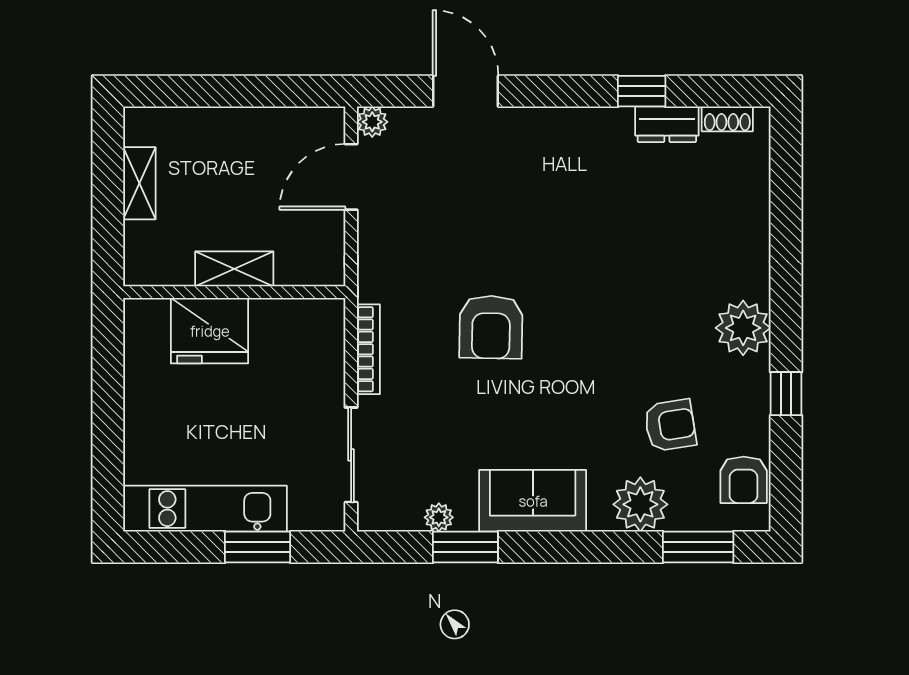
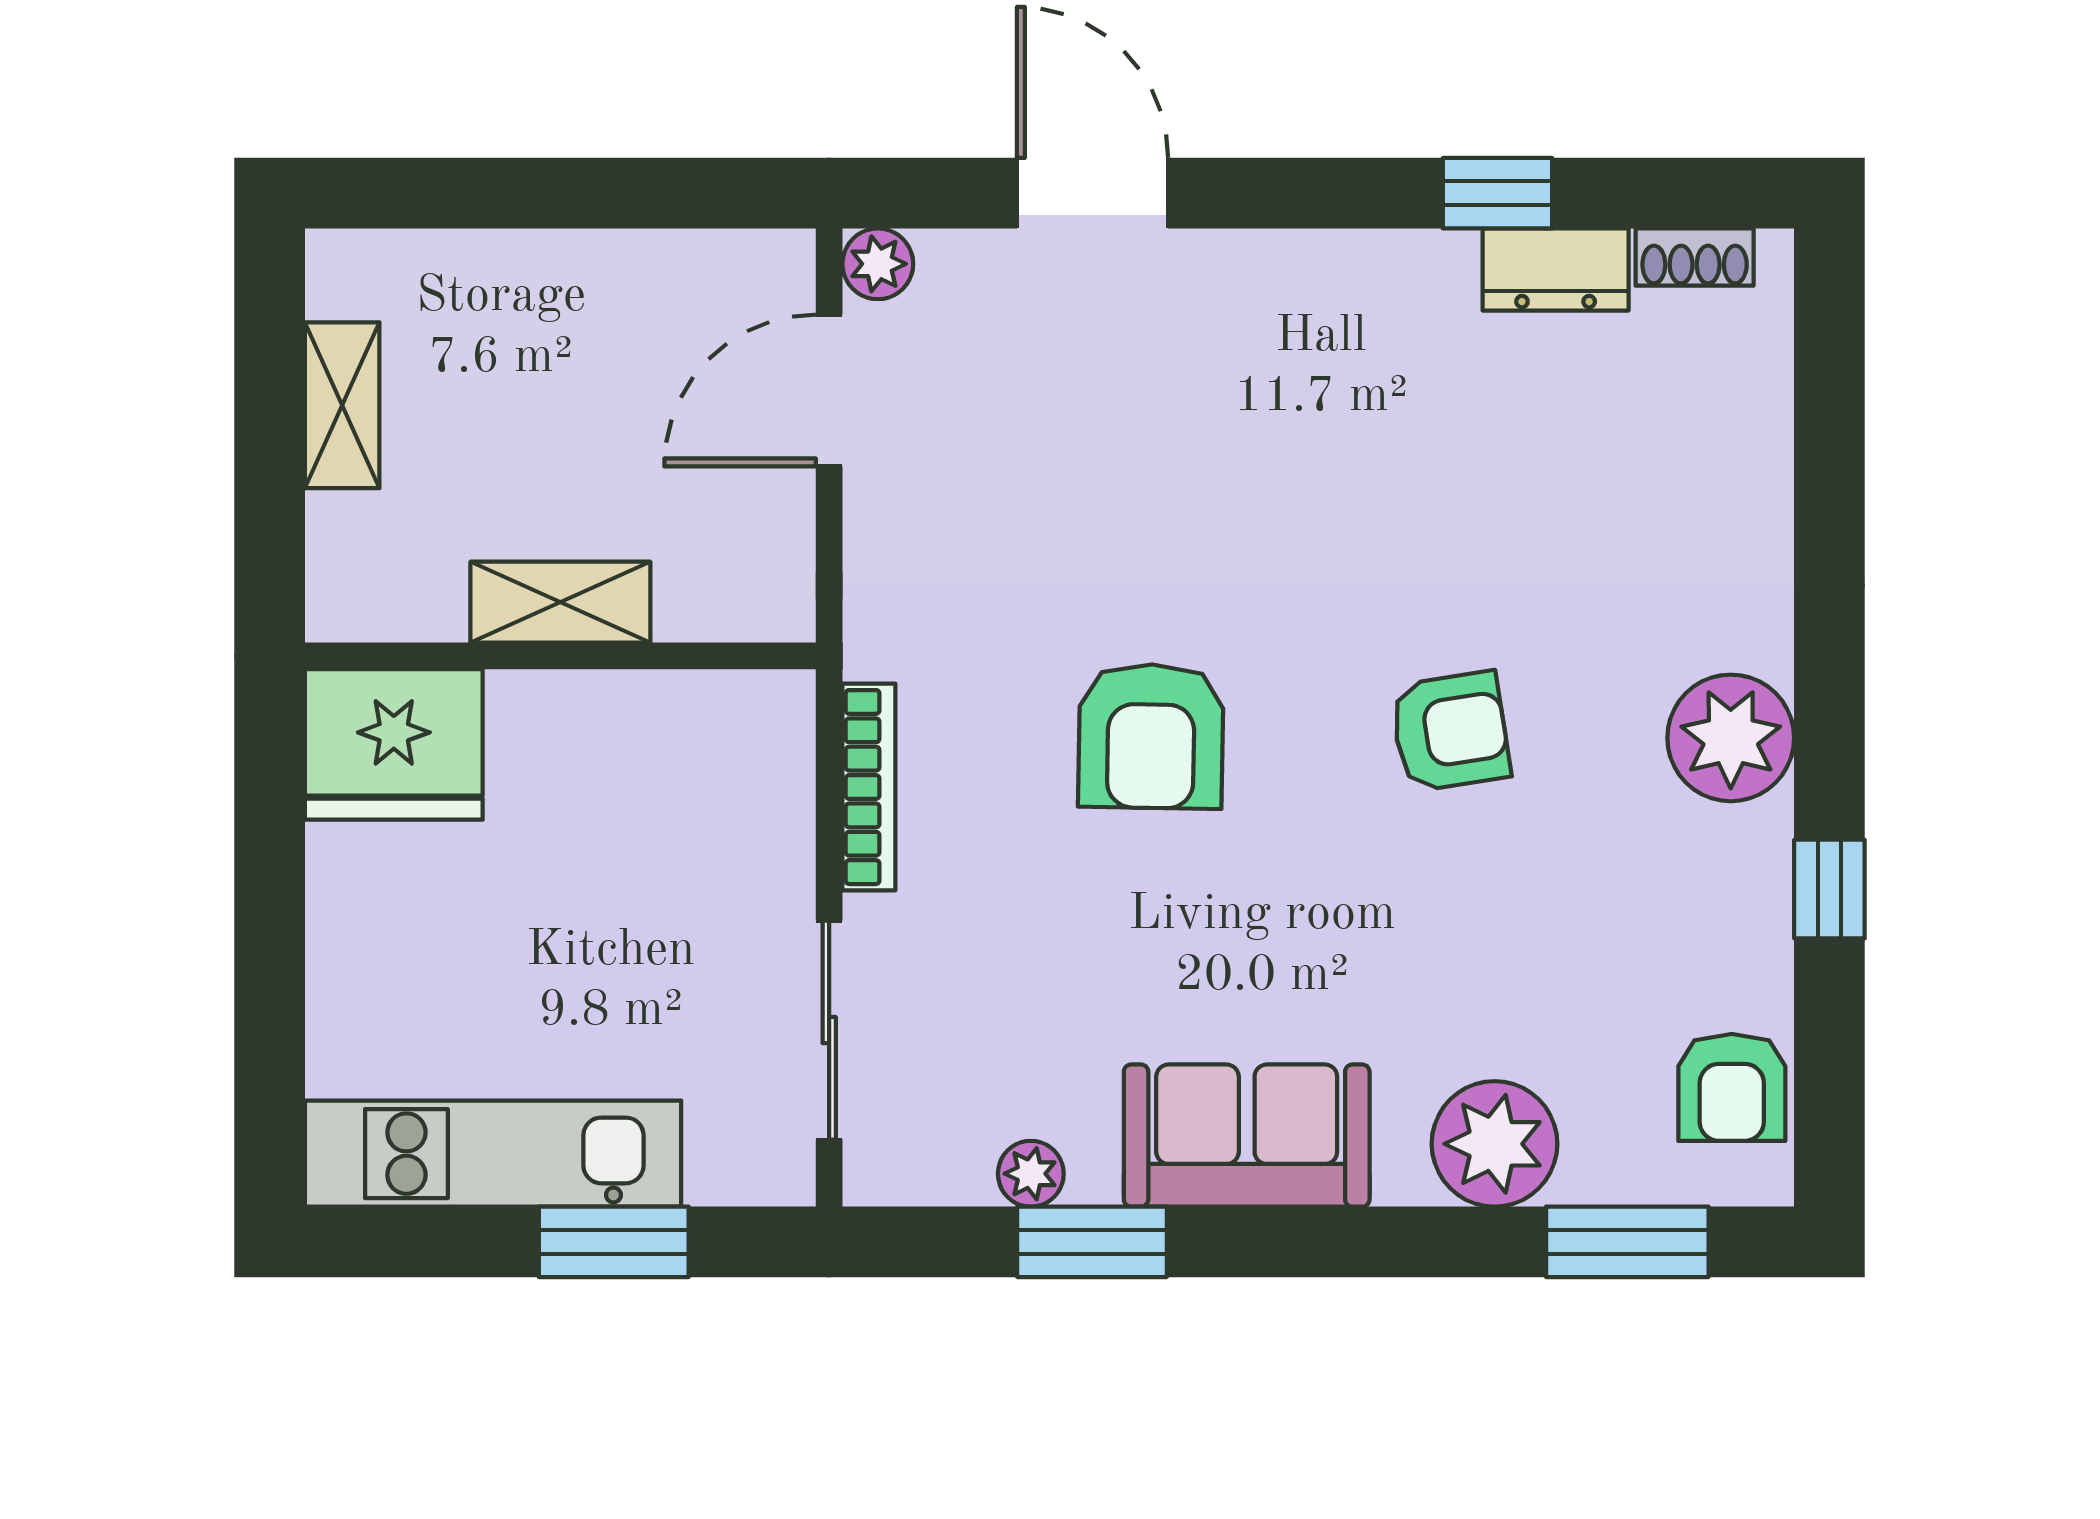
fridge: (210, 331) -> (394, 744), moved
armchair: (670, 425) -> (1450, 731), moved

